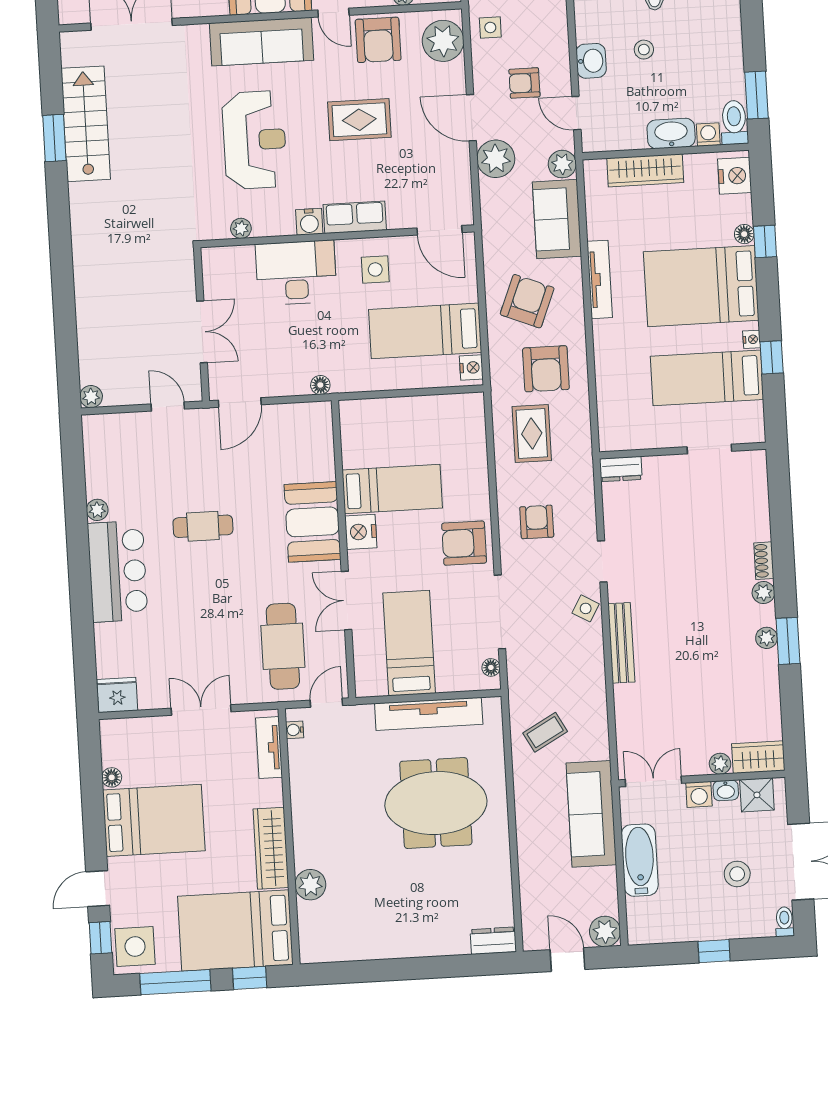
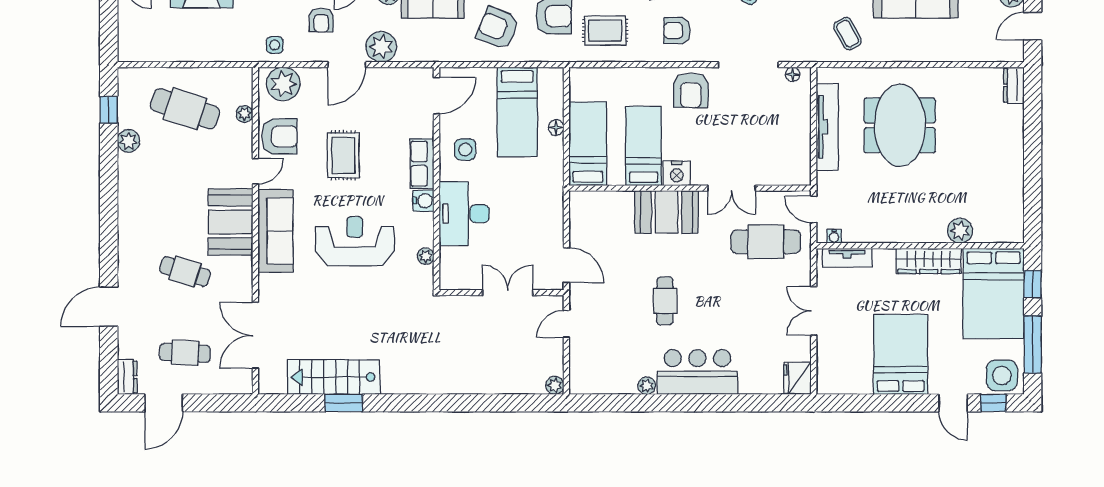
nightstand: (471, 368) -> (549, 76), removed
floor lamp: (320, 385) -> (556, 127), moved
bed: (409, 643) -> (588, 144), moved, turned 90
floor lamp: (112, 777) -> (864, 386), removed

